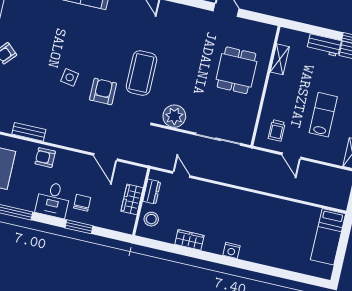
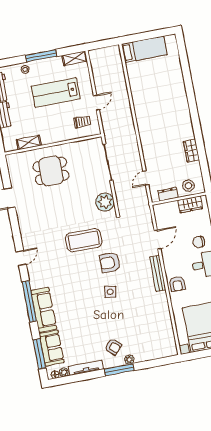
lab bench: (323, 115) -> (56, 92), width x1.36, depth x1.39
bench: (29, 132) -> (158, 273), moved, width x1.36
wardrobe: (132, 199) -> (190, 204), moved
nightstand: (231, 250) -> (186, 116), removed

